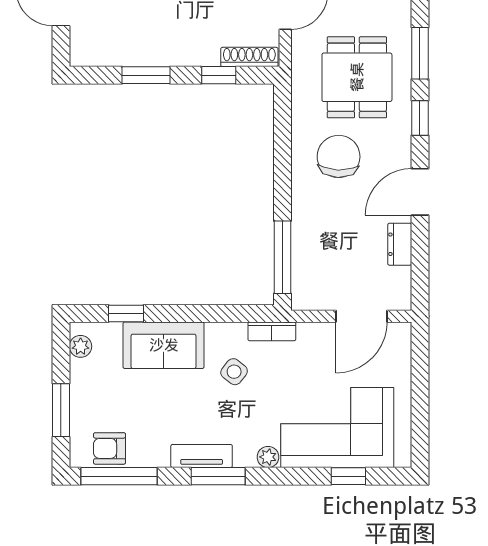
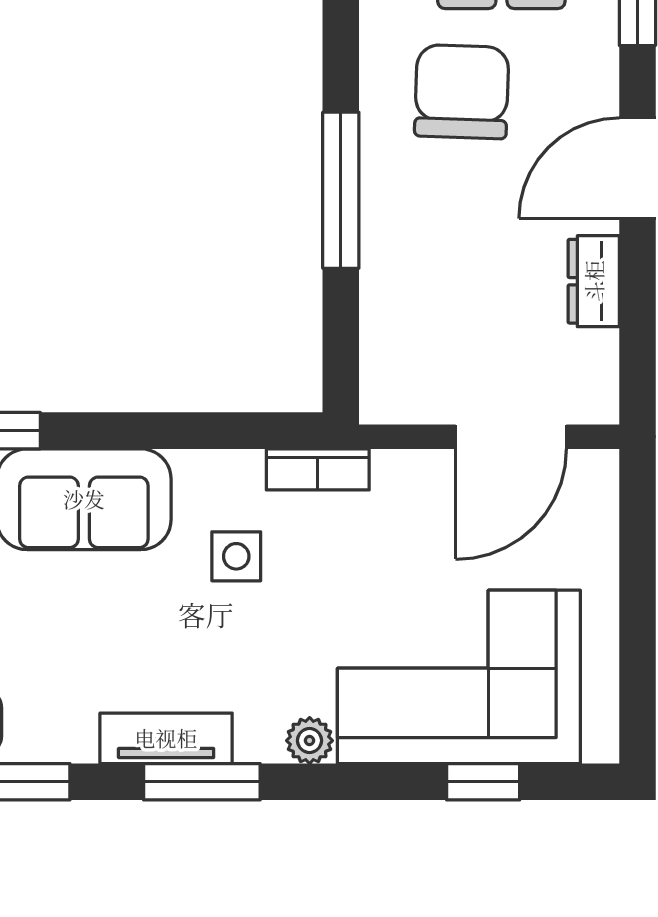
window: (283, 257) -> (341, 190), moved
side table: (234, 372) -> (236, 556), turned -38

